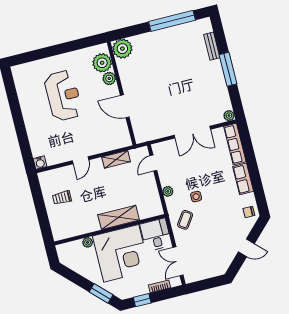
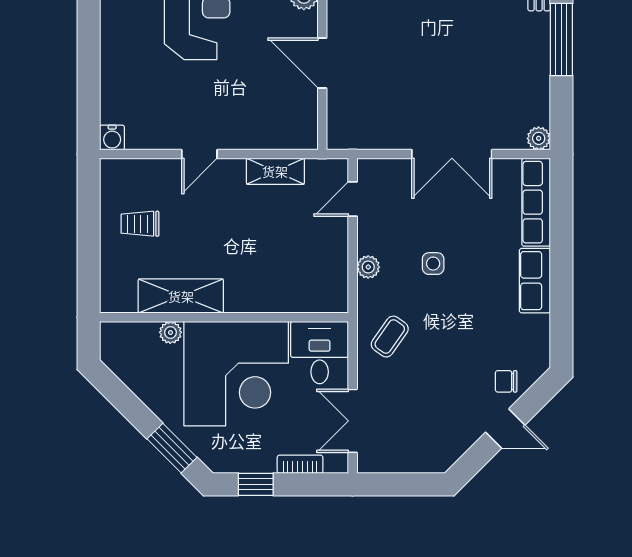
side table: (196, 197) -> (433, 264), moved
chair: (249, 212) -> (506, 381), moved
shelving: (119, 217) -> (181, 296), moved

